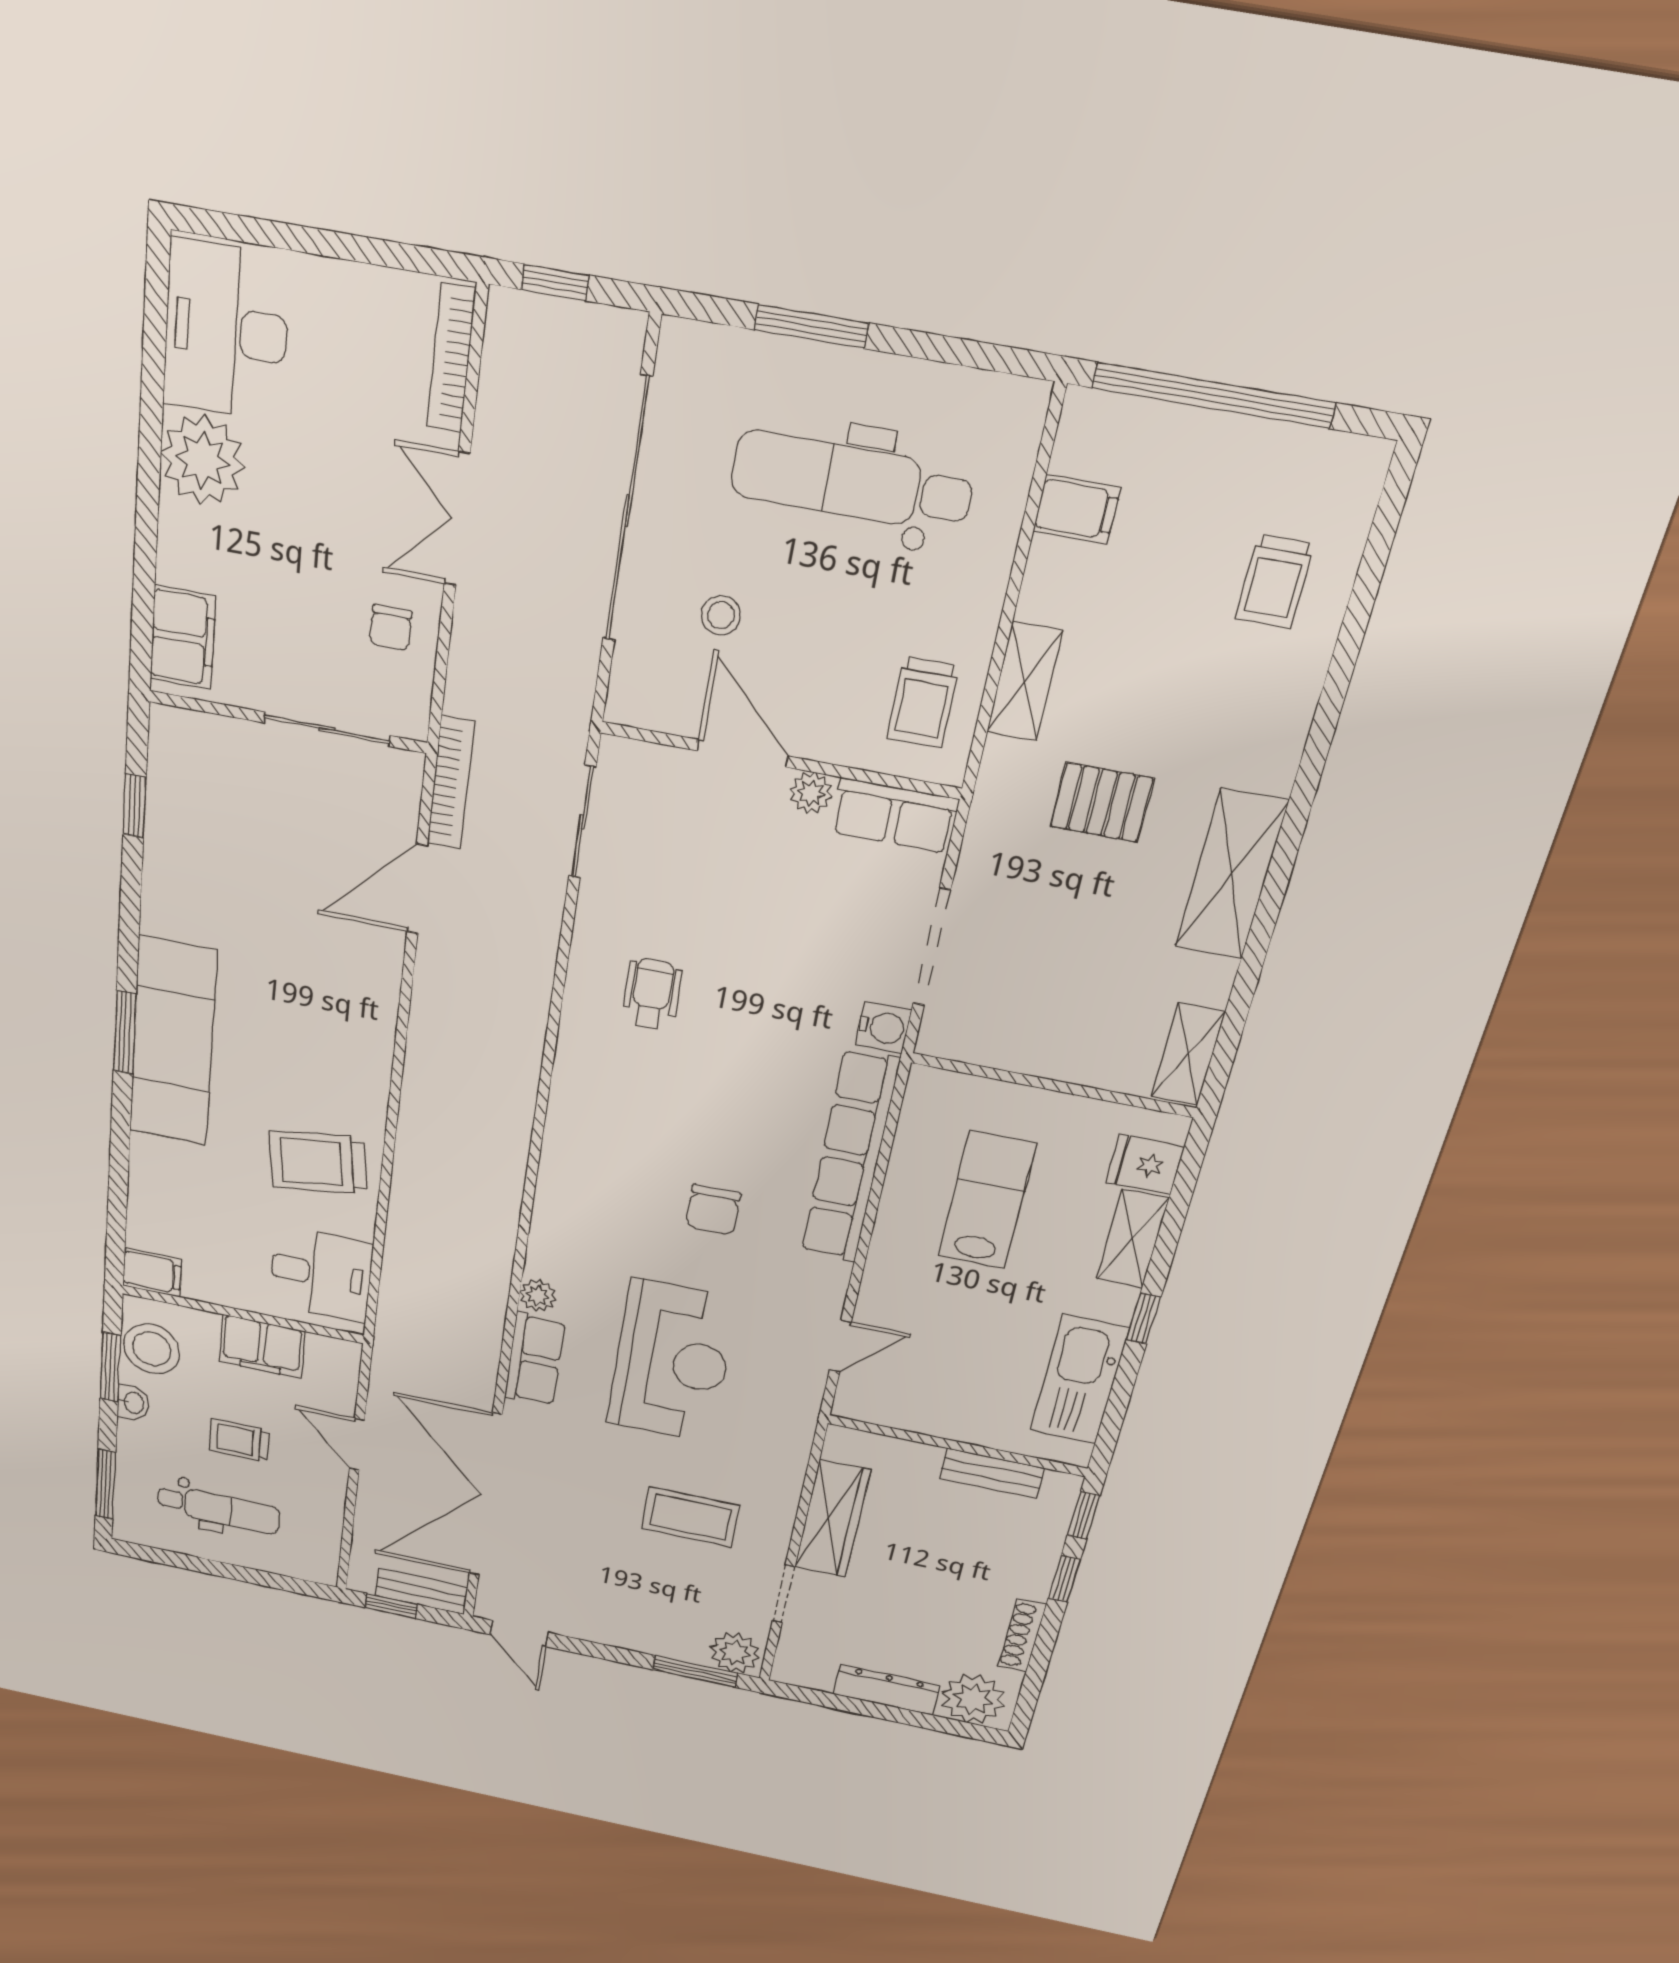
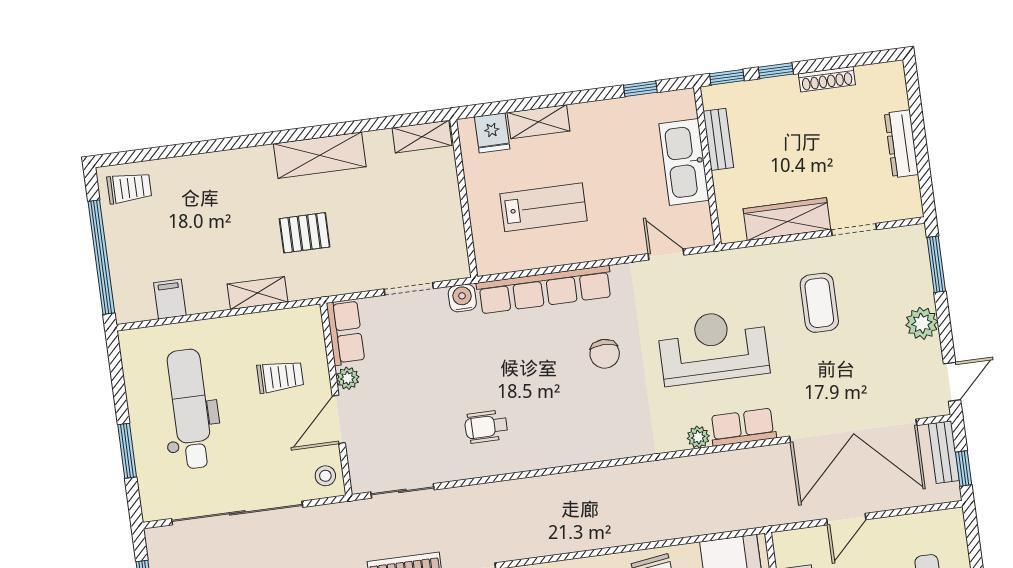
dental chair: (852, 482) -> (190, 409), turned 180
trolley: (1275, 582) -> (129, 188), moved
stool: (721, 615) -> (325, 476), moved
trolley: (923, 702) -> (280, 377), moved
pallet: (1102, 802) -> (305, 233), turned 90
doorway: (932, 947) -> (409, 289), width x0.73
lab bench: (987, 1200) -> (543, 207), turned 180
chair: (713, 1210) -> (605, 354), turned 90
window: (1144, 1318) -> (640, 89), moved
kitchen sink: (1079, 1380) -> (684, 162), moved, turned 90
plant: (735, 1653) -> (922, 323), moved
plant: (973, 1699) -> (887, 90), removed

